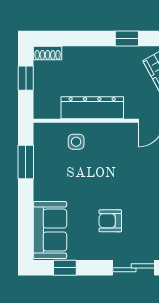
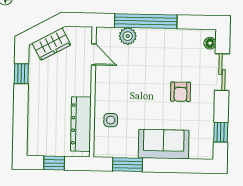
shoe rack: (48, 53) -> (33, 143), removed
dresser: (92, 108) -> (81, 124), moved
sofa: (50, 230) -> (164, 144), moved

